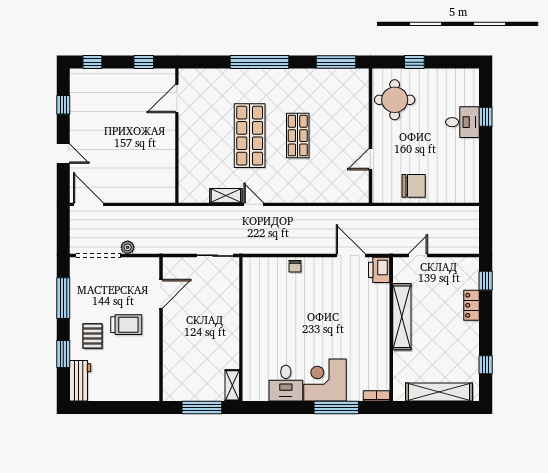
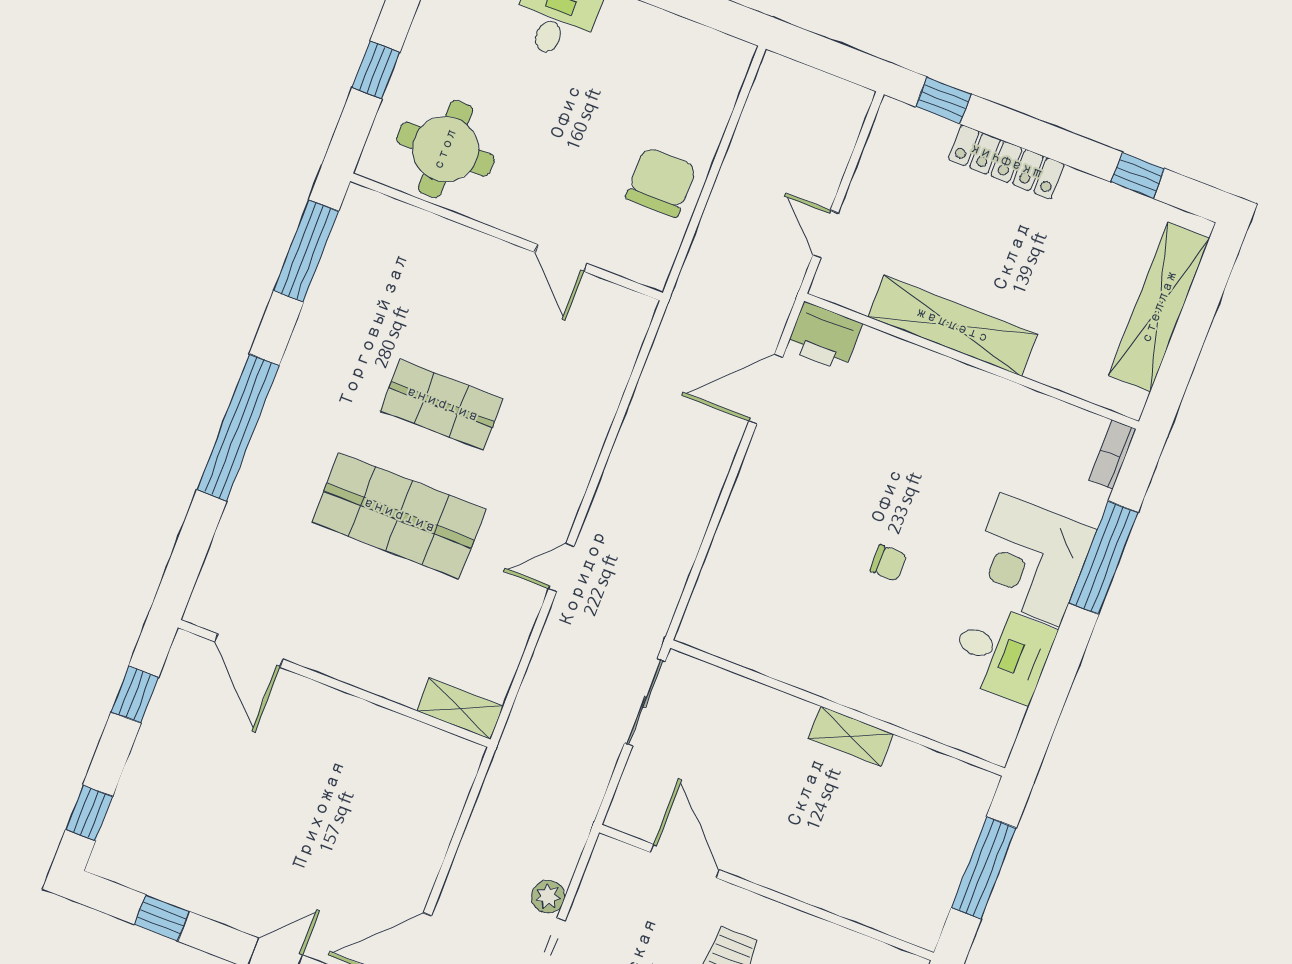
shelving: (226, 196) -> (460, 709), moved, turned 90
chair: (295, 266) -> (888, 563), moved
locker: (472, 305) -> (1006, 162), width x1.53
shelving: (232, 385) -> (851, 736), moved

